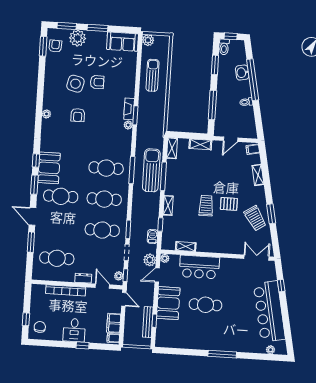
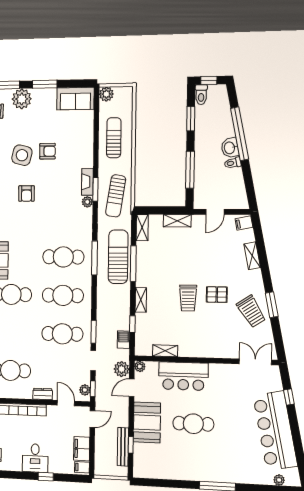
washbasin: (242, 73) -> (230, 148), moved
sun lounger: (152, 122) -> (116, 196), added
trolley: (206, 206) -> (188, 298), turned 180
door: (124, 299) -> (92, 419), hinge flipped

